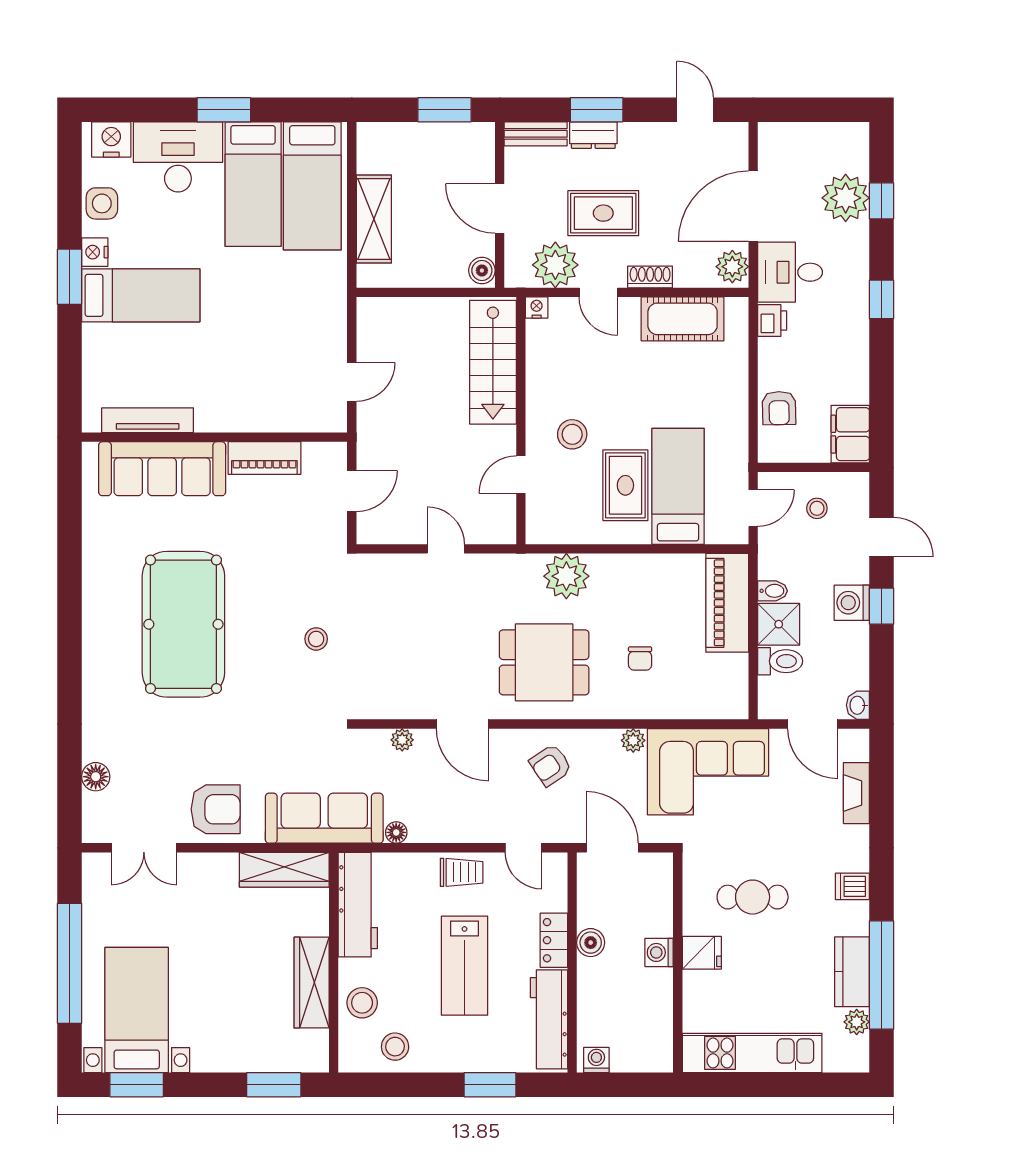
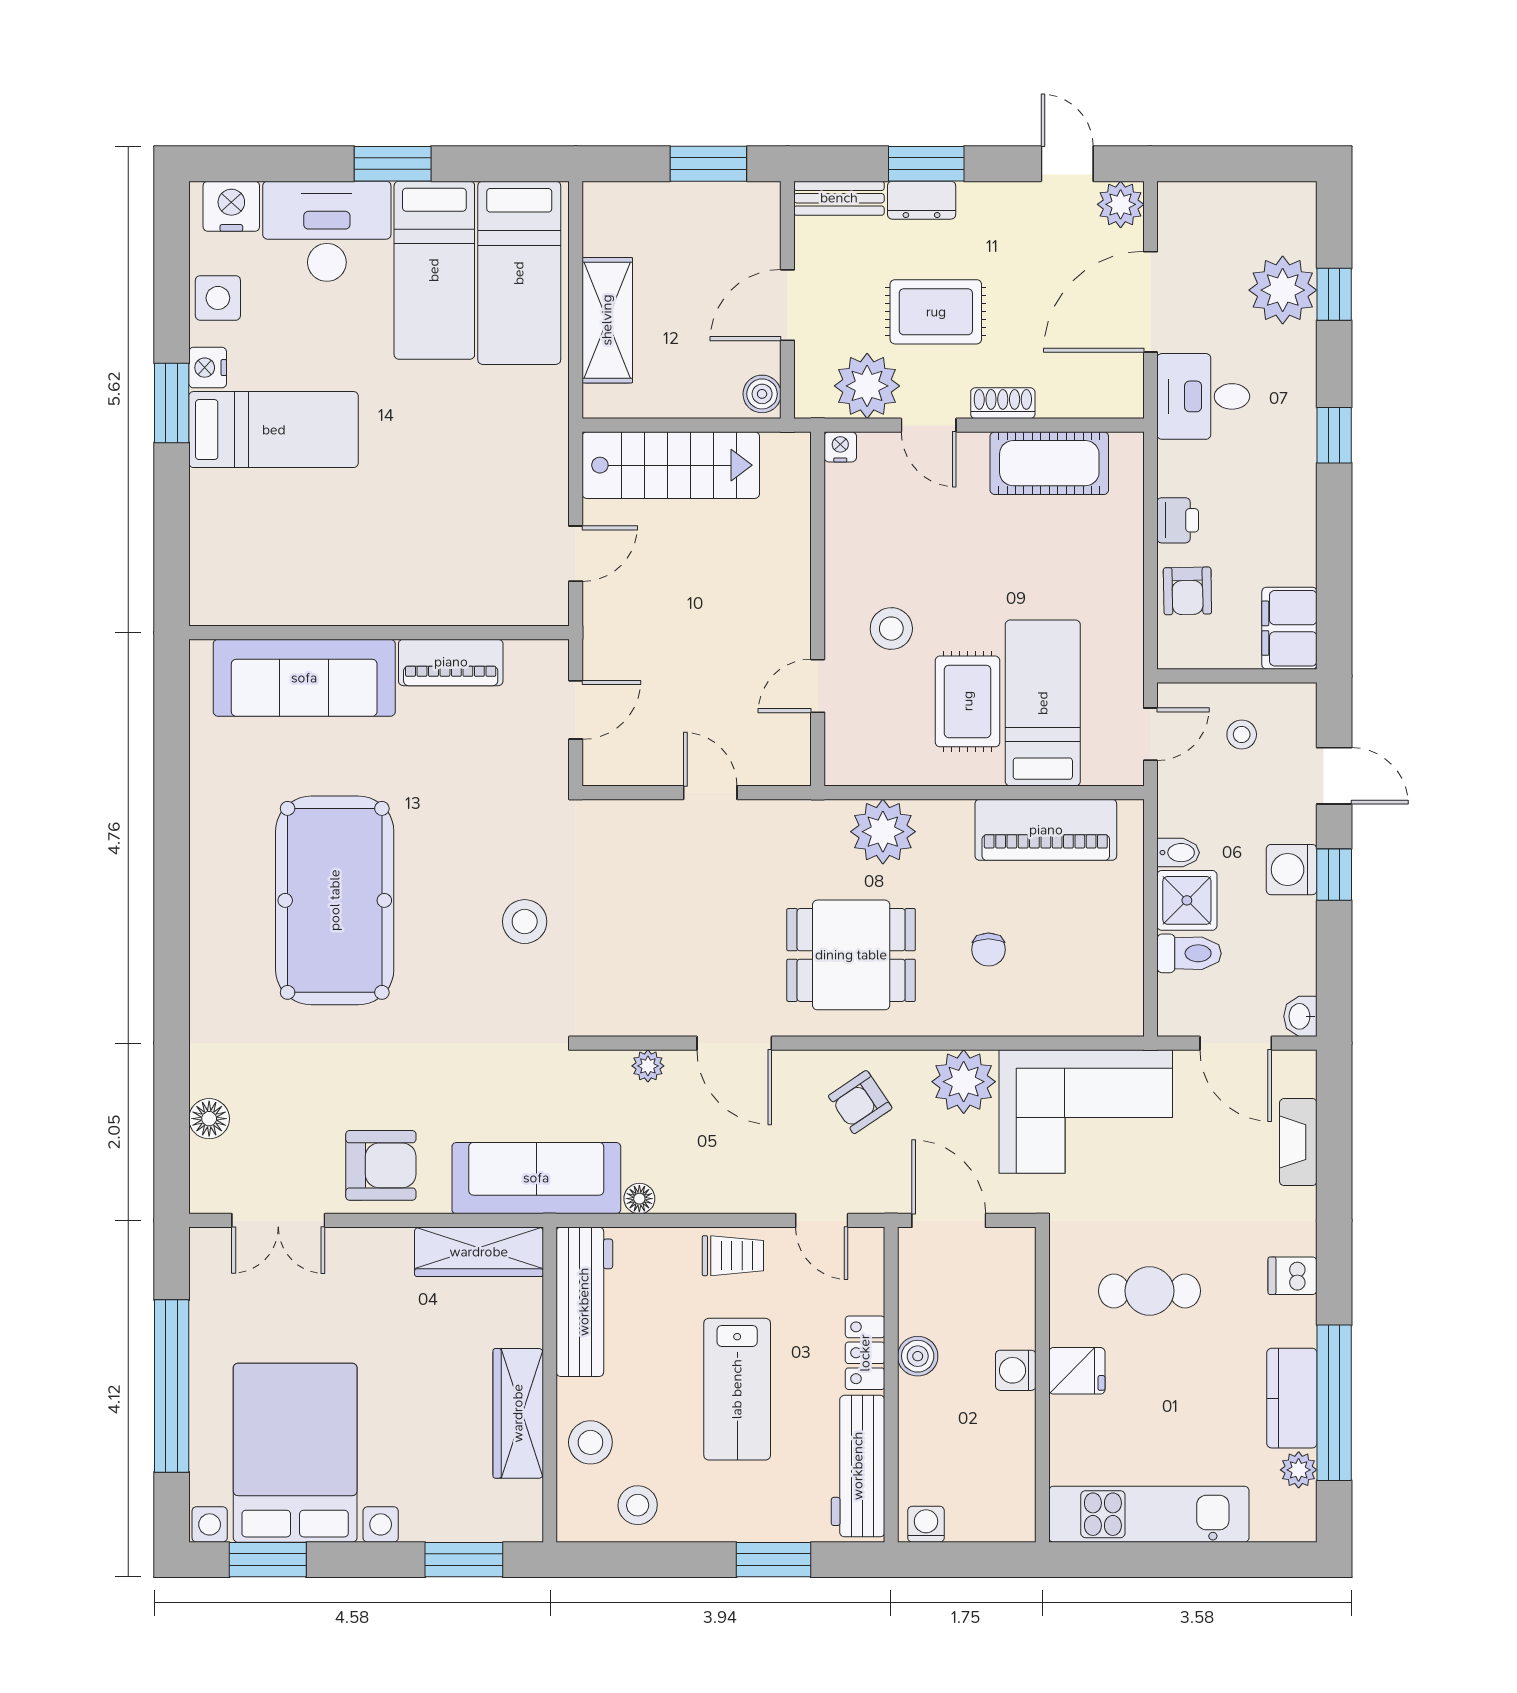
door: (500, 208) -> (787, 305), hinge flipped
plant: (732, 267) -> (1121, 204), moved
printer: (772, 321) -> (1178, 520), moved
stairs: (493, 362) -> (671, 465), moved, turned -90
tv unit: (148, 420) -> (283, 608), removed
piano: (727, 603) -> (1046, 830), moved, turned -90
stool: (316, 639) -> (525, 922), width x1.37, depth x1.37
plant: (633, 740) -> (964, 1082), width x1.88, depth x1.88
bed with nightstands: (137, 1010) -> (295, 1453), width x1.36

